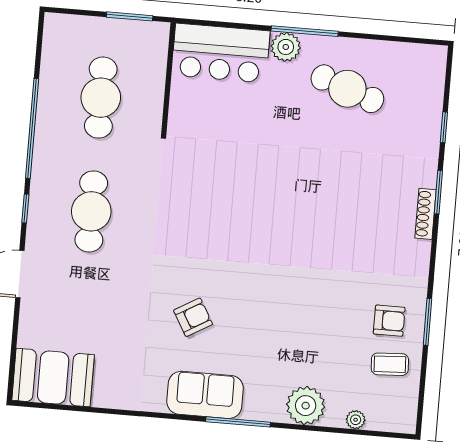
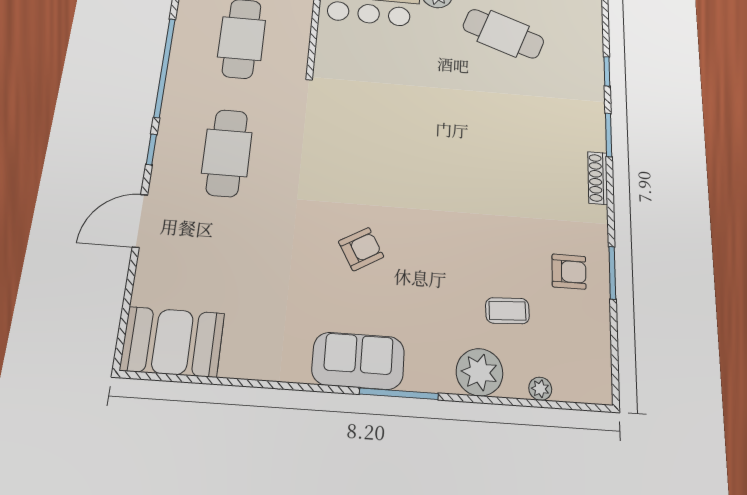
shoe rack: (426, 214) -> (598, 178), moved
armchair: (193, 317) -> (361, 249), moved
coffee table: (390, 364) -> (507, 311), moved

